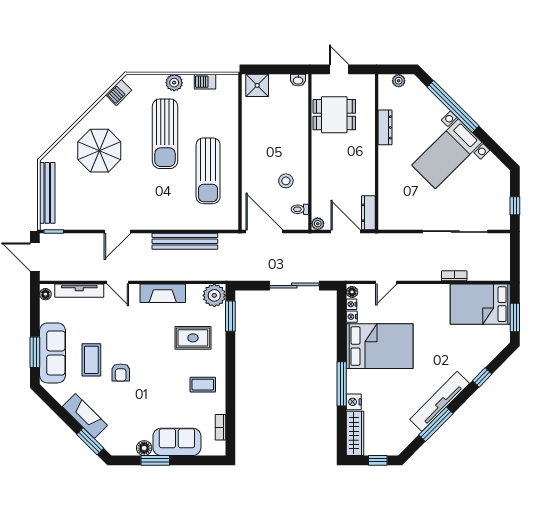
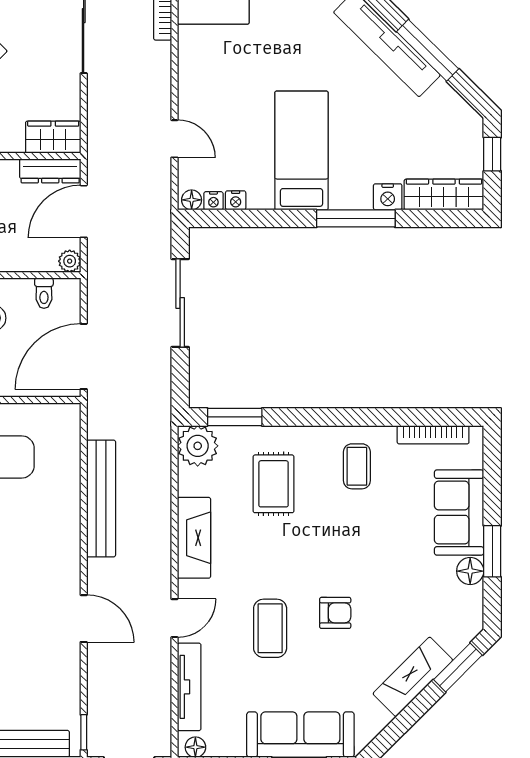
wardrobe: (387, 214) -> (53, 137), added
bed: (380, 346) -> (301, 150), width x0.67
coffee table: (91, 360) -> (270, 628), moved, turned 90
bookcase: (221, 427) -> (433, 435), width x1.56

